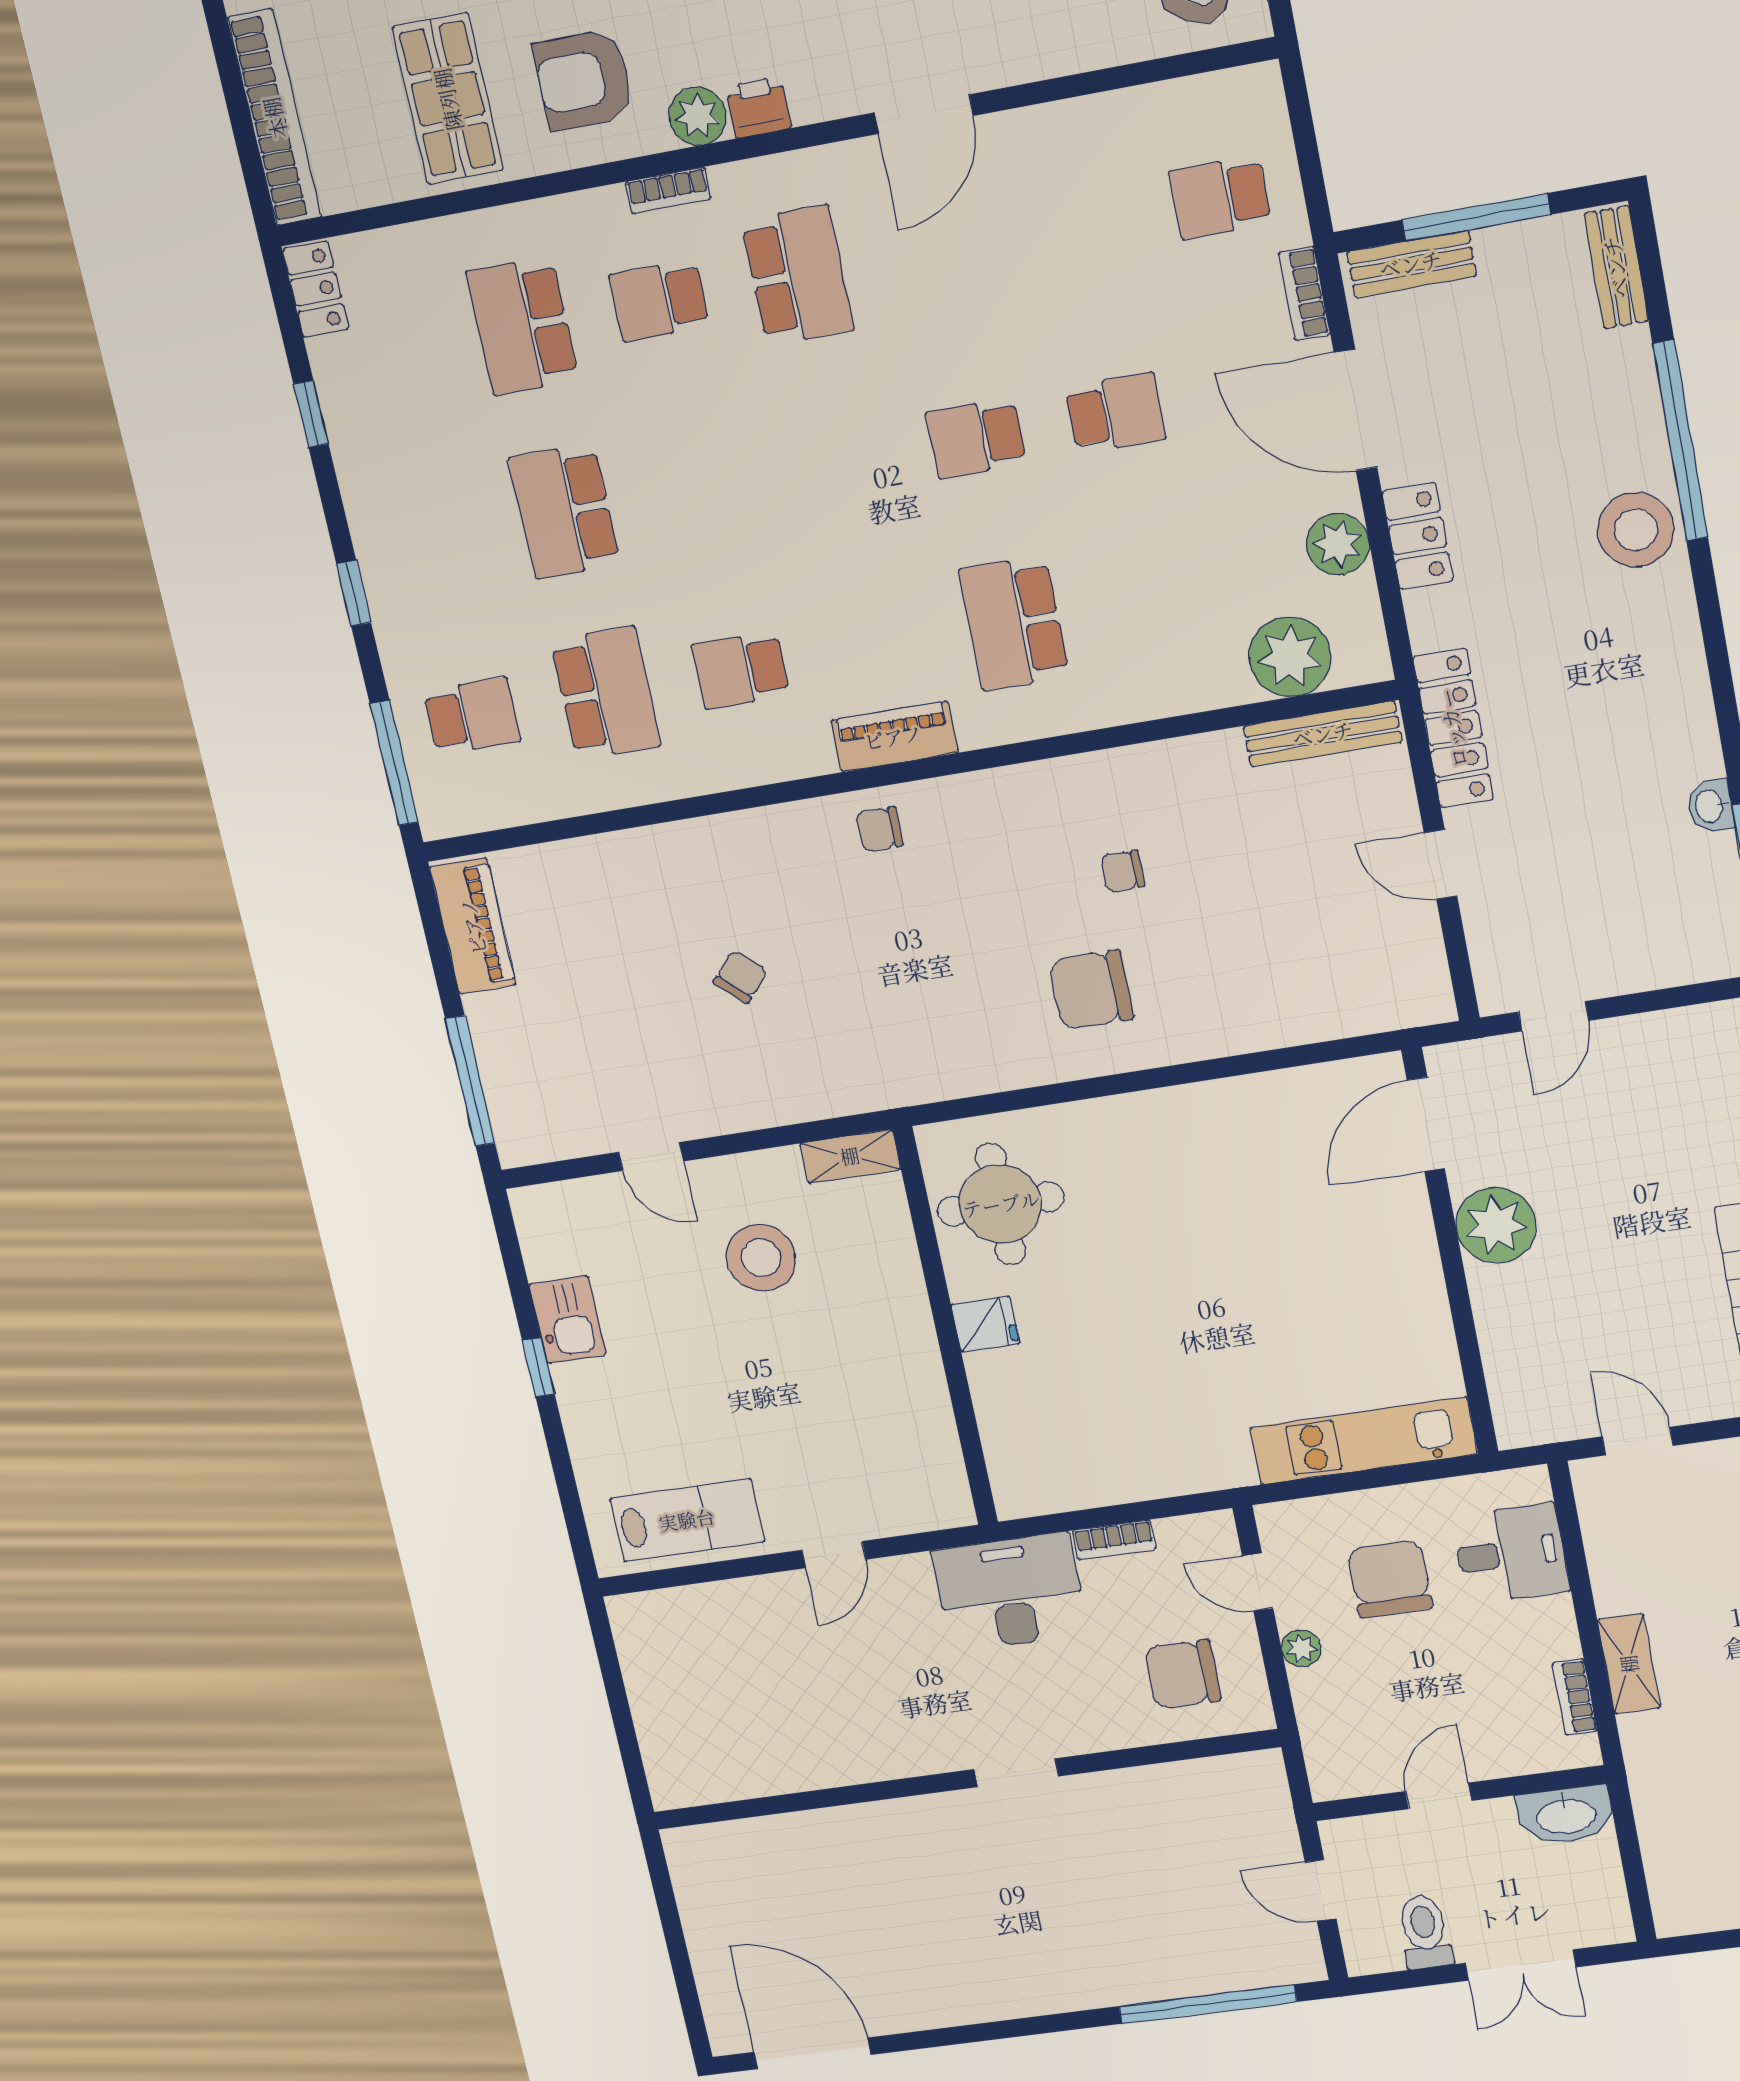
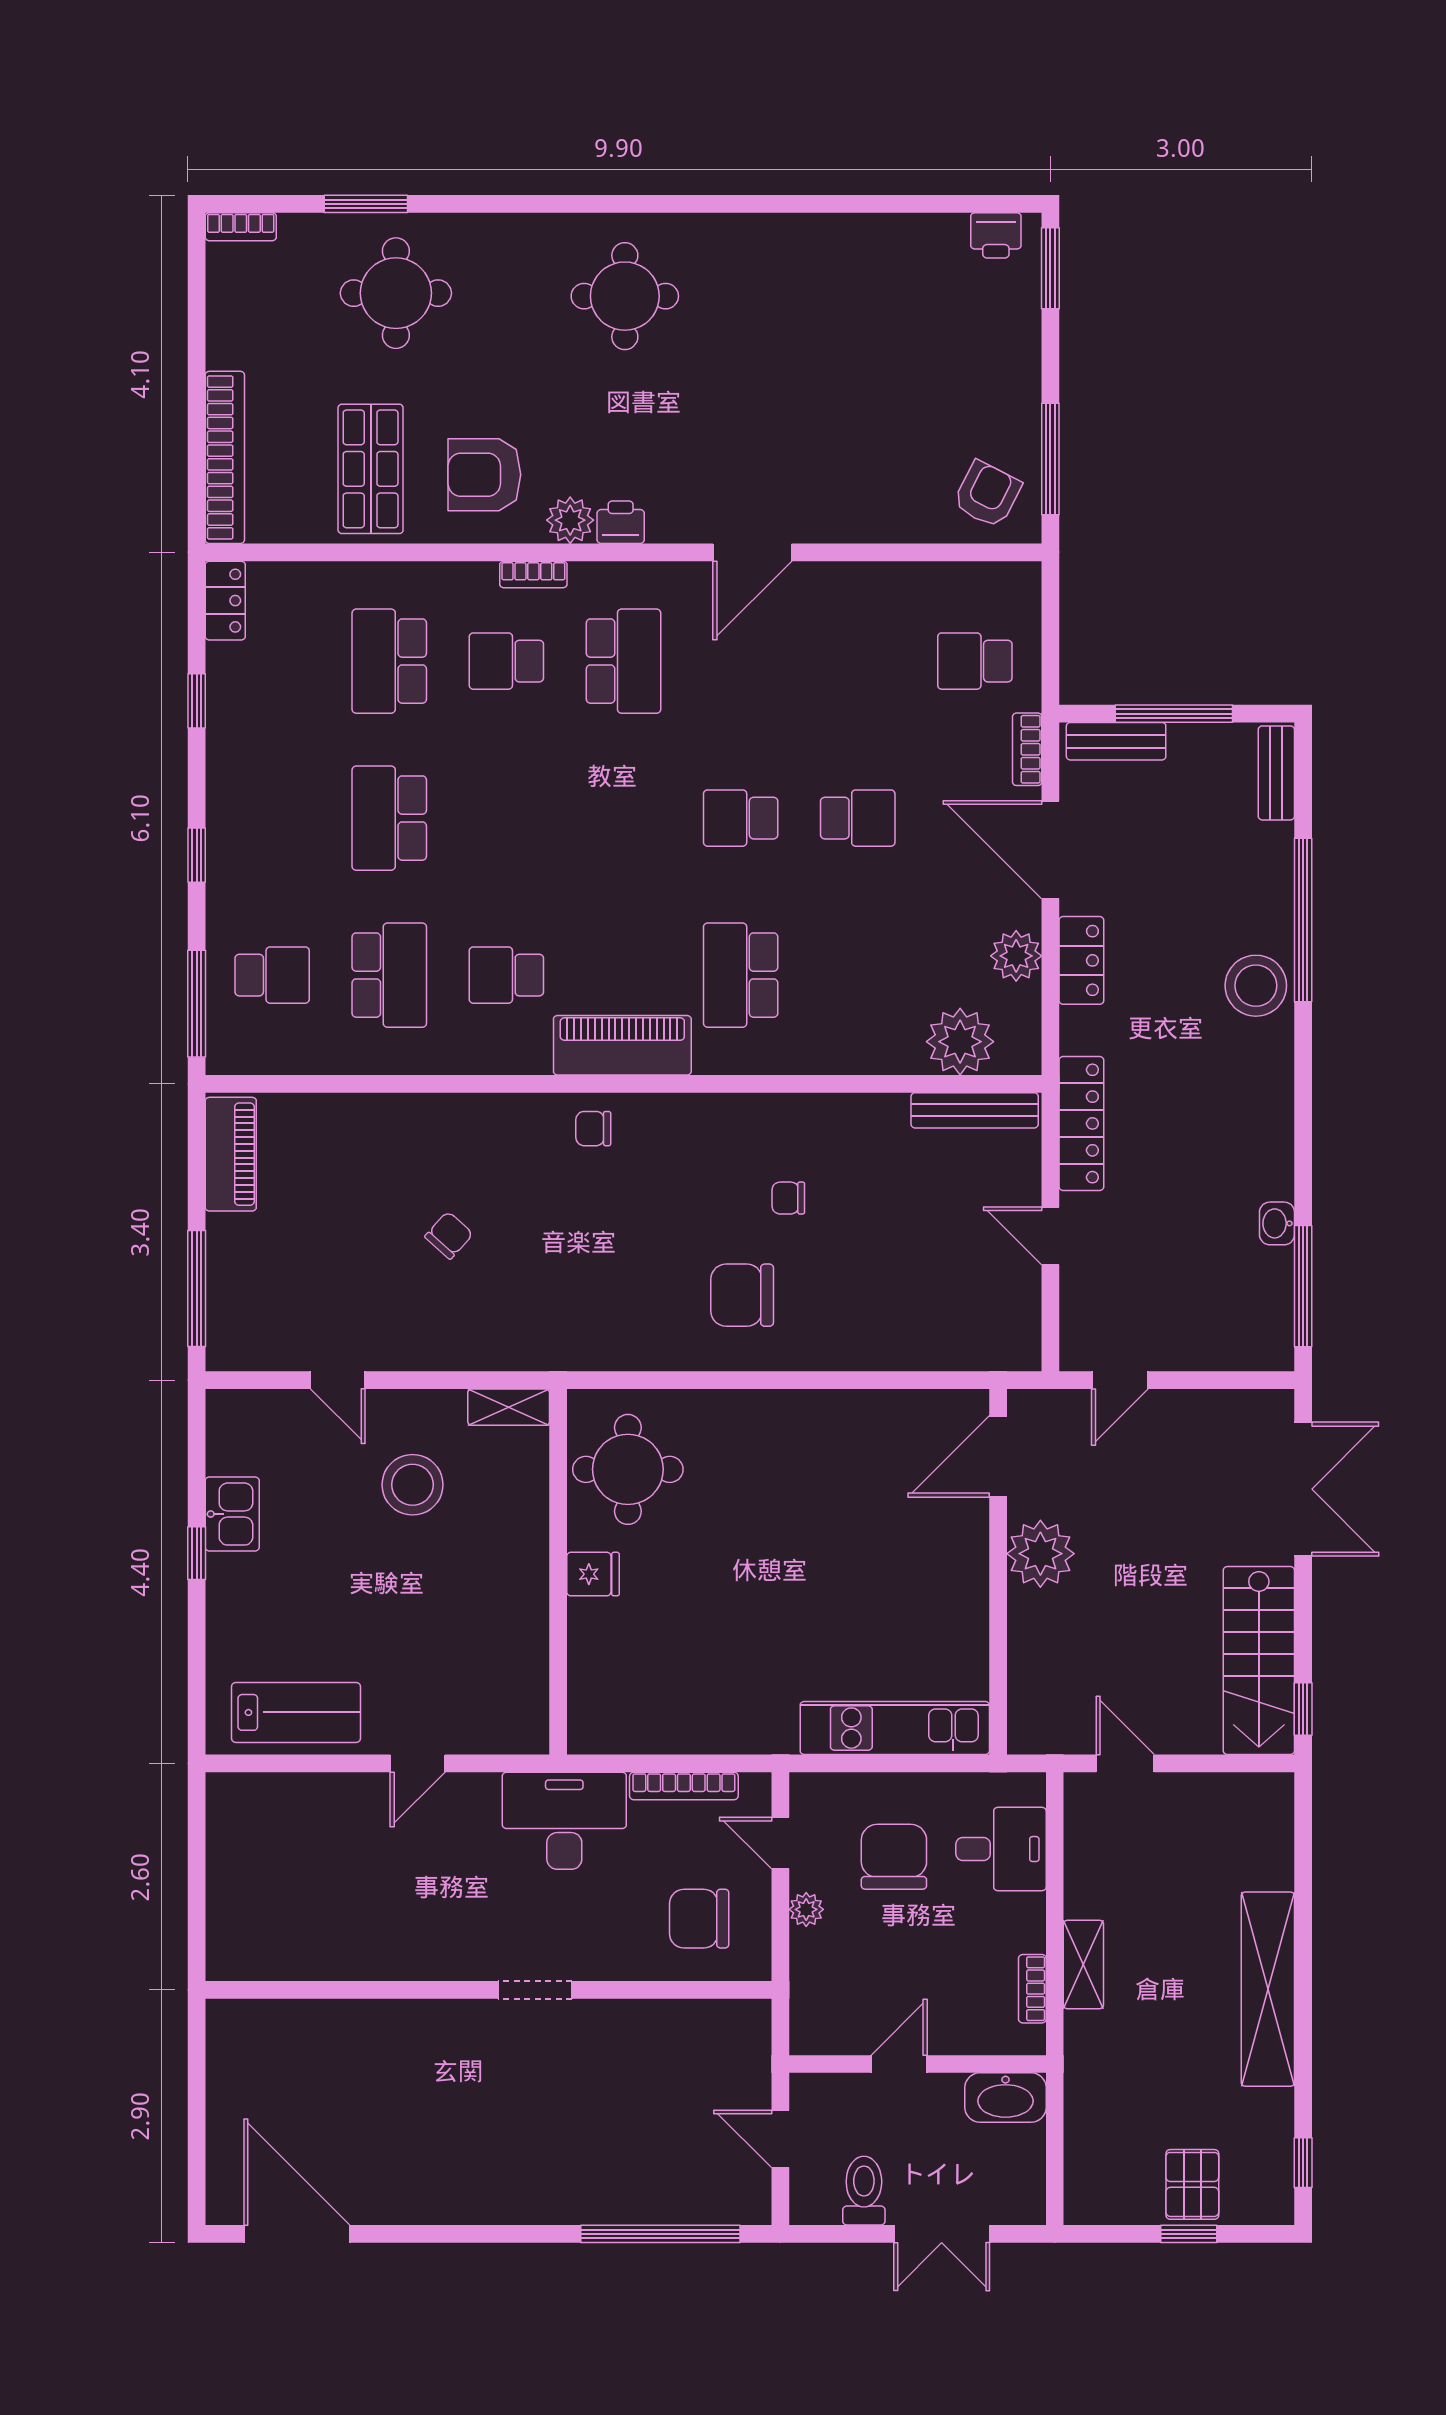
piano: (894, 737) -> (622, 1045), width x1.37, depth x1.33
bookcase: (1114, 1540) -> (684, 1786), width x1.56

